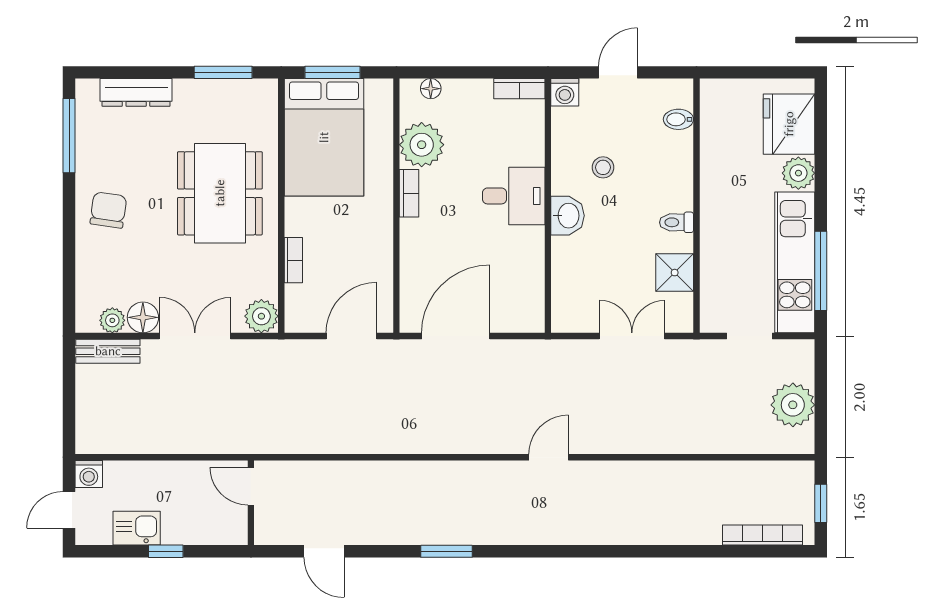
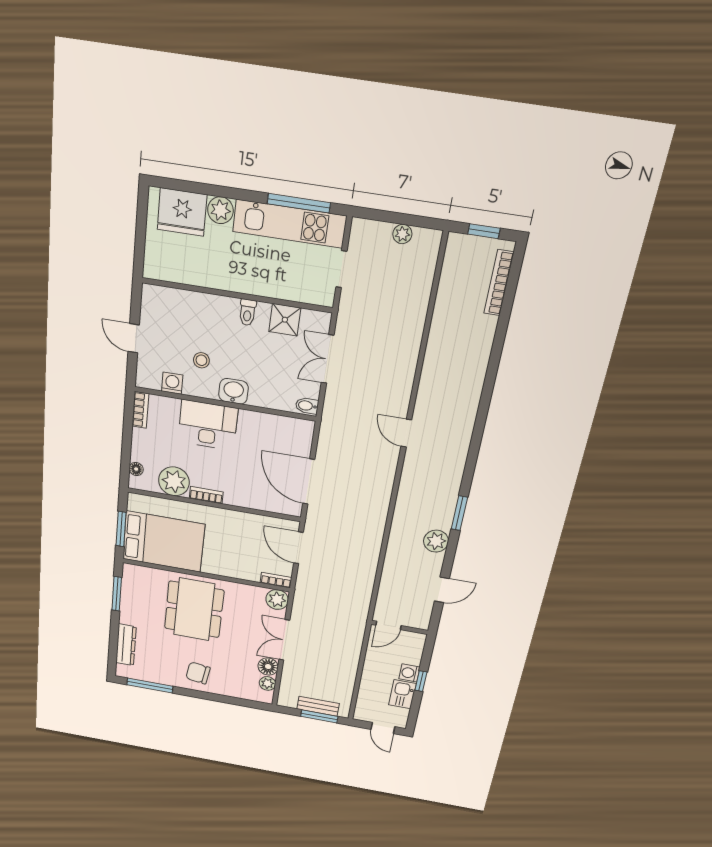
washing machine: (565, 92) -> (172, 383), moved, turned -90
bidet: (678, 119) -> (307, 406), moved, turned 90
dining table: (220, 193) -> (194, 609), turned 90
desk: (514, 196) -> (208, 425), width x1.37
bookcase: (293, 260) -> (276, 580), moved
bench: (108, 351) -> (318, 706), moved, turned 90
plant: (793, 405) -> (402, 234), width x0.53, depth x0.53
window: (69, 409) -> (319, 716), added
washing machine: (89, 474) -> (409, 673), moved, turned 180
plant: (399, 528) -> (436, 541), added

